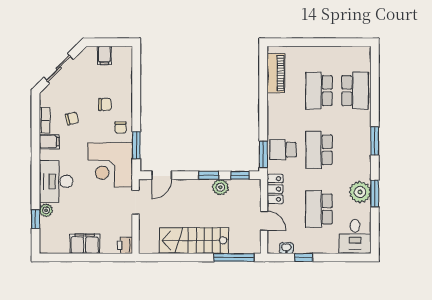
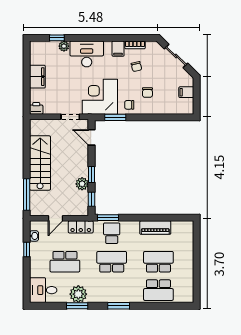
piano: (276, 73) -> (155, 228), moved
school desk: (319, 209) -> (65, 262), turned 180

